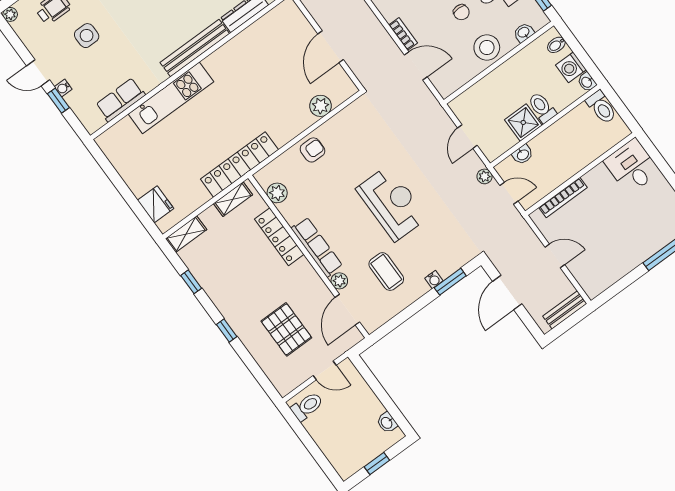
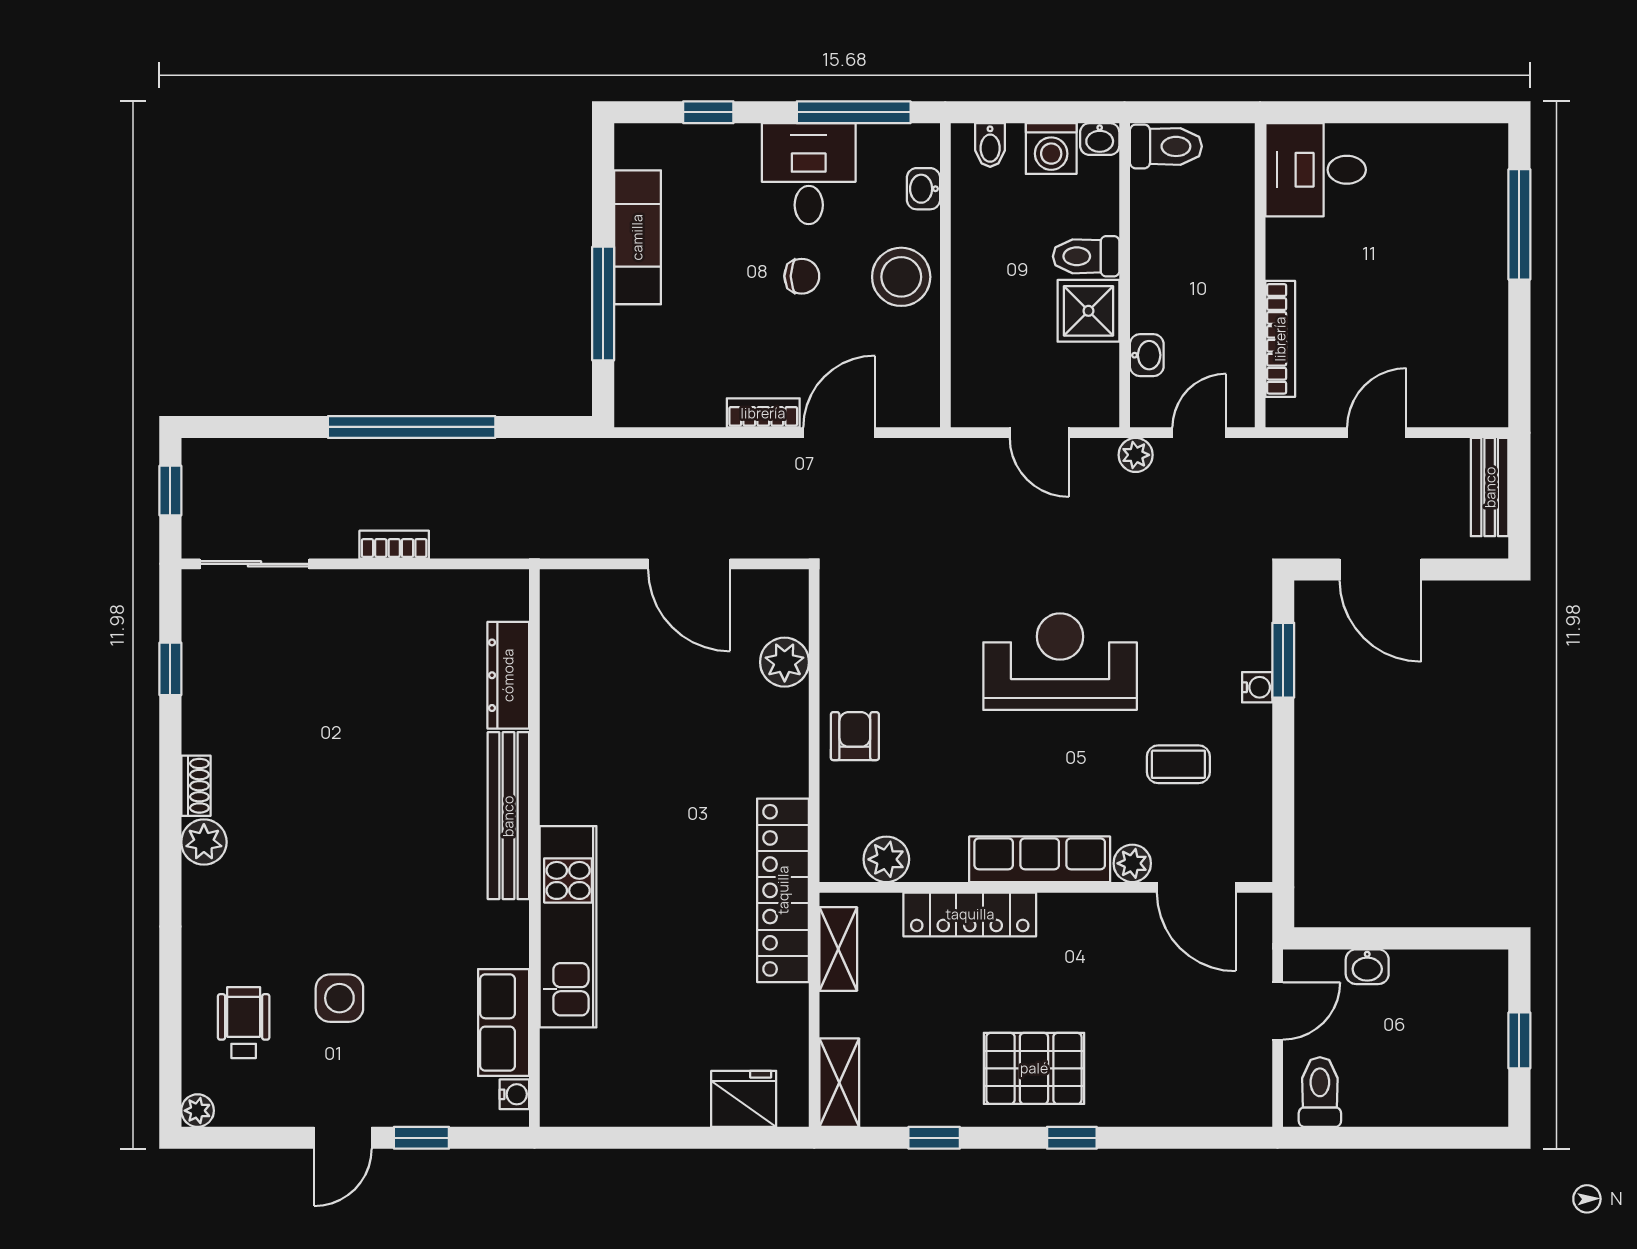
water cooler: (63, 88) -> (514, 1094), moved, turned -90
coffee table: (386, 272) -> (1178, 764), width x0.73, depth x0.77
pallet: (286, 329) -> (1034, 1068), moved
washbasin: (387, 423) -> (1367, 967), moved

